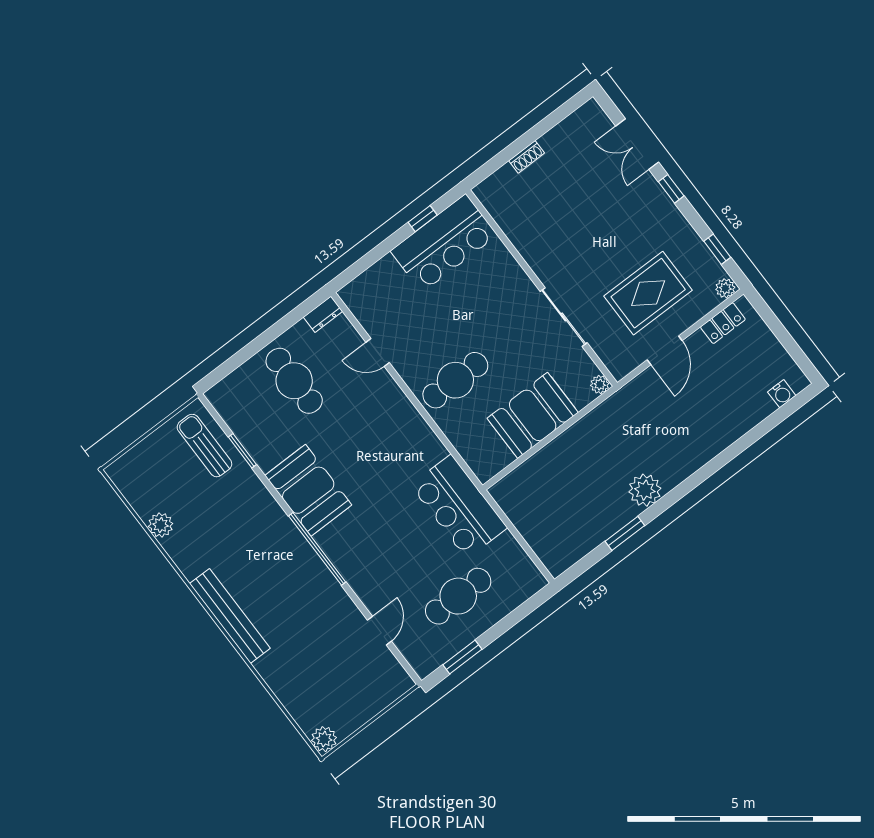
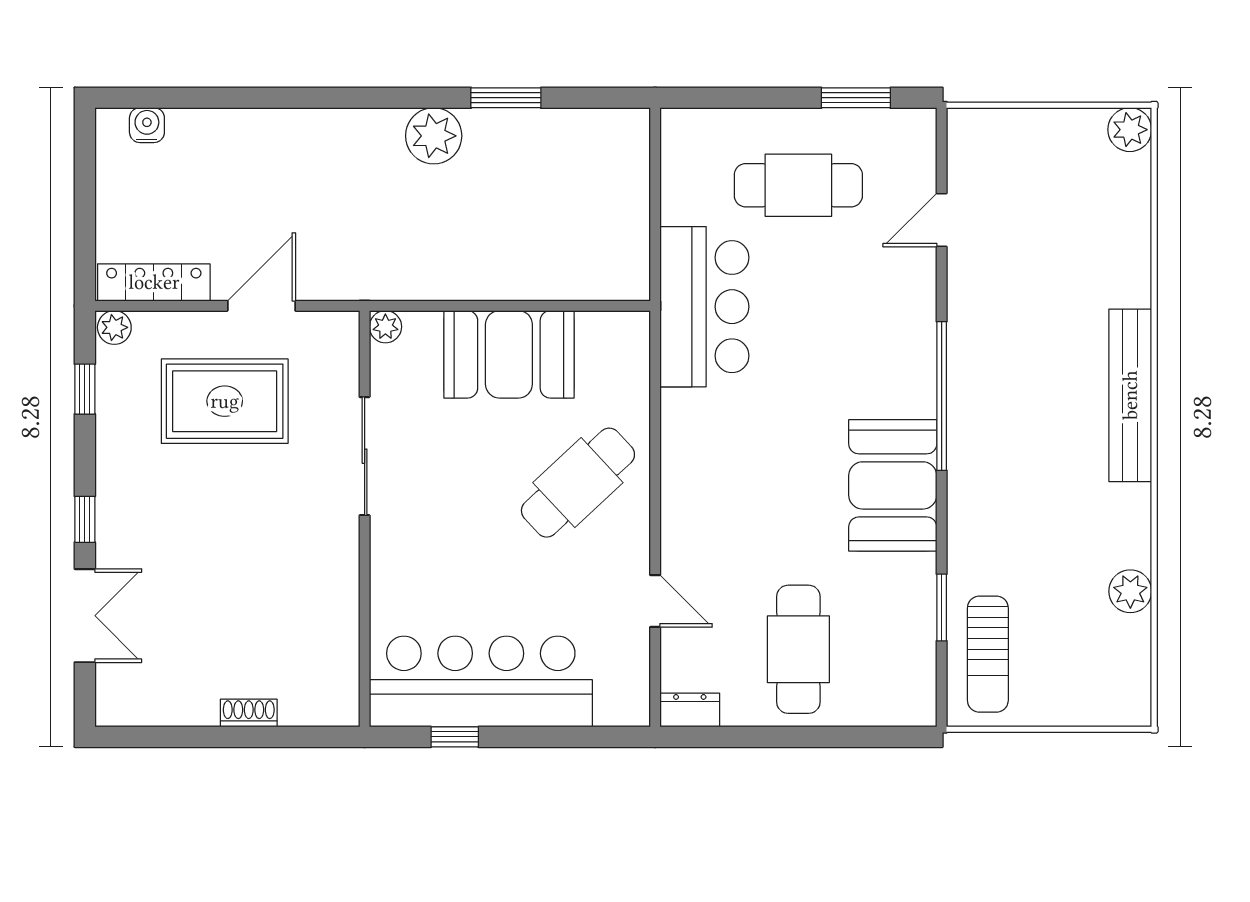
bar counter: (444, 243) -> (481, 681), width x1.36
locker: (723, 323) -> (154, 282), width x1.53
cafe table: (455, 380) -> (578, 483), turned -43

